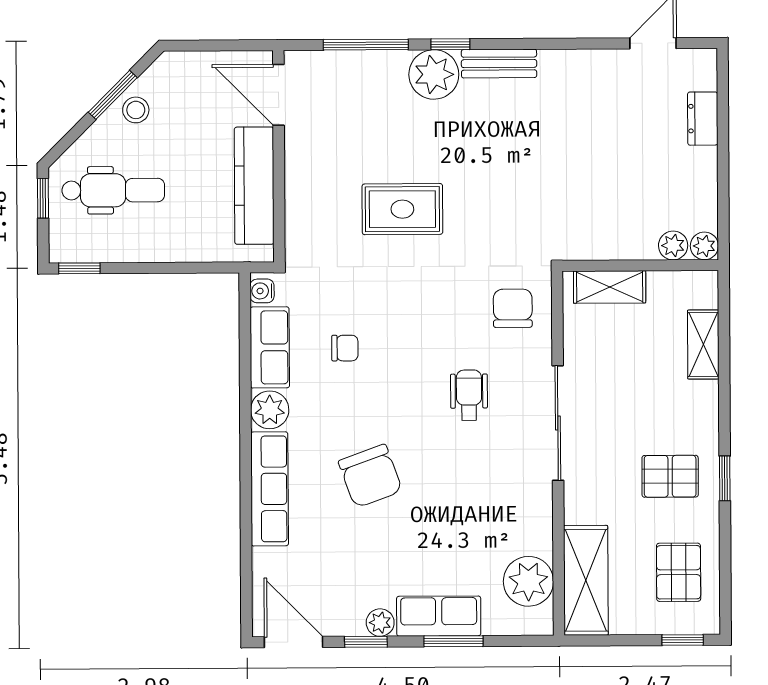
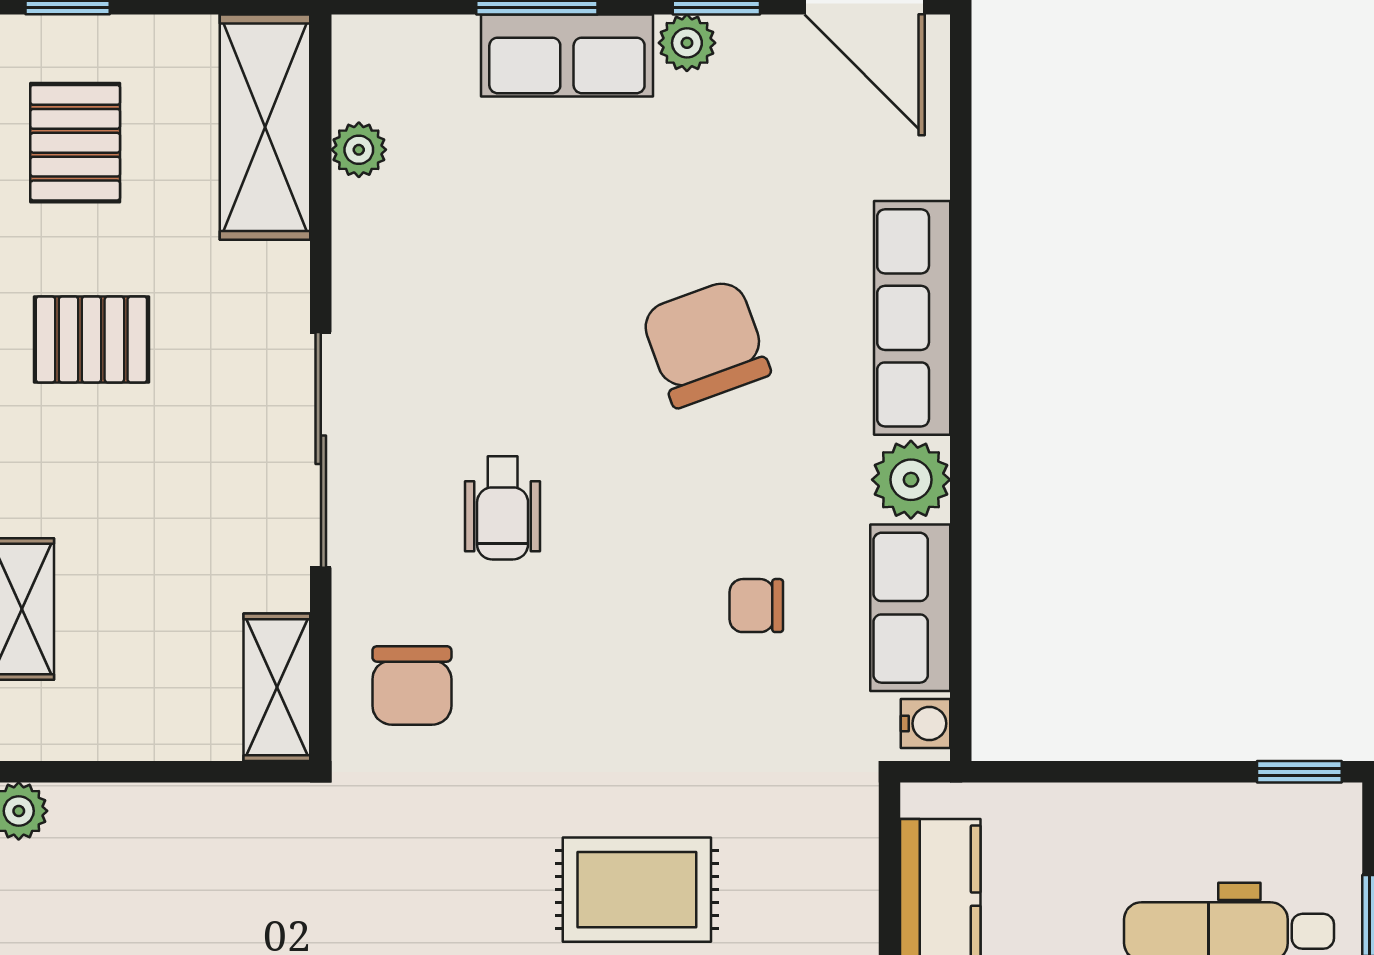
plant: (673, 245) -> (83, 812), removed
shelving: (610, 287) -> (277, 687), moved, turned 90
plant: (528, 581) -> (359, 150), width x0.53, depth x0.53

